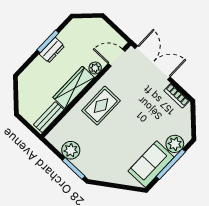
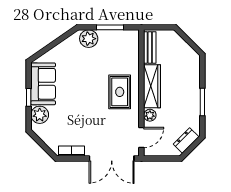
dresser: (52, 50) -> (186, 141), moved, turned 45
plant: (71, 150) -> (89, 39), moved
window: (171, 164) -> (29, 97), width x0.46
window: (74, 168) -> (110, 27), moved

